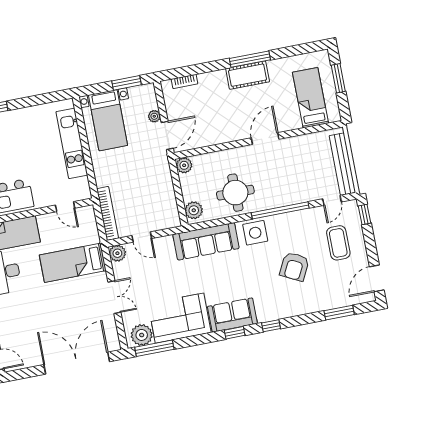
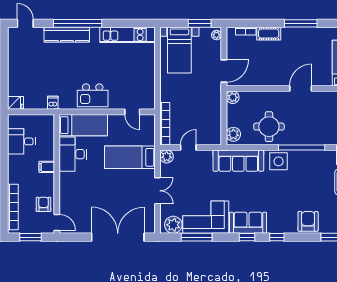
cot: (248, 75) -> (269, 34), moved, width x0.73, depth x0.75
plant: (154, 116) -> (217, 35), moved
kitchen unit: (72, 143) -> (128, 35), moved, turned -90
door: (142, 237) -> (188, 147), swing flipped
armchair: (294, 267) -> (308, 221), moved, turned 153
window: (154, 348) -> (197, 237), moved

